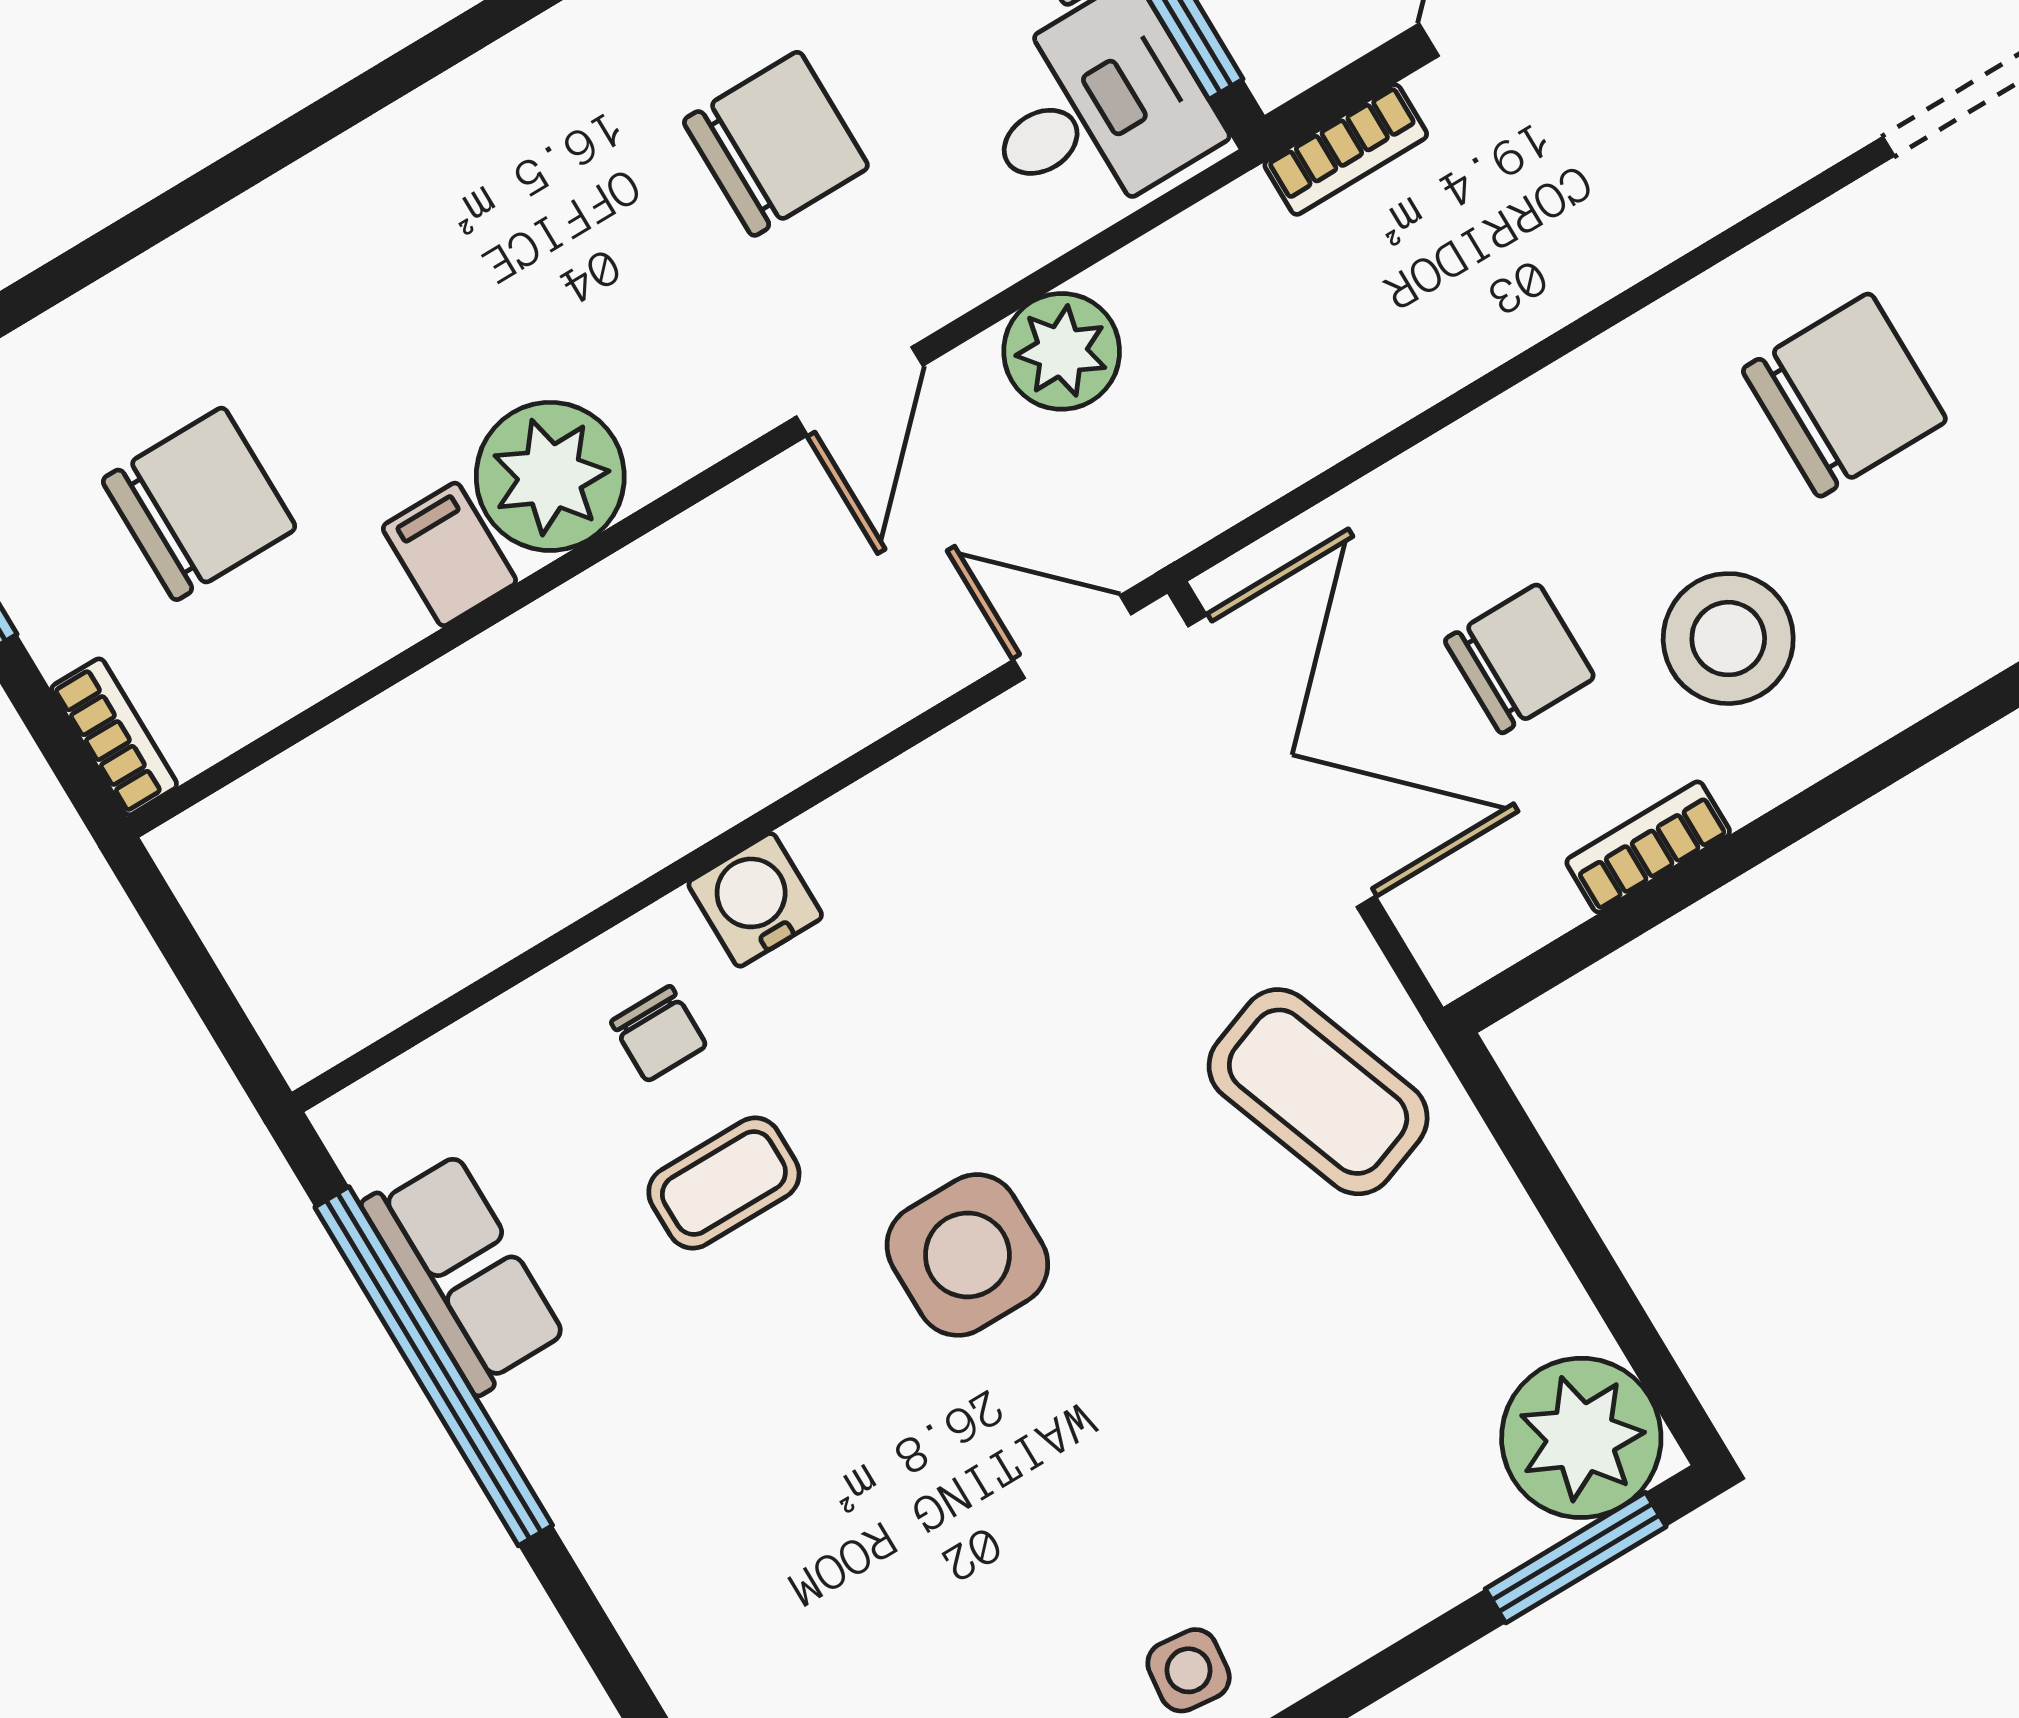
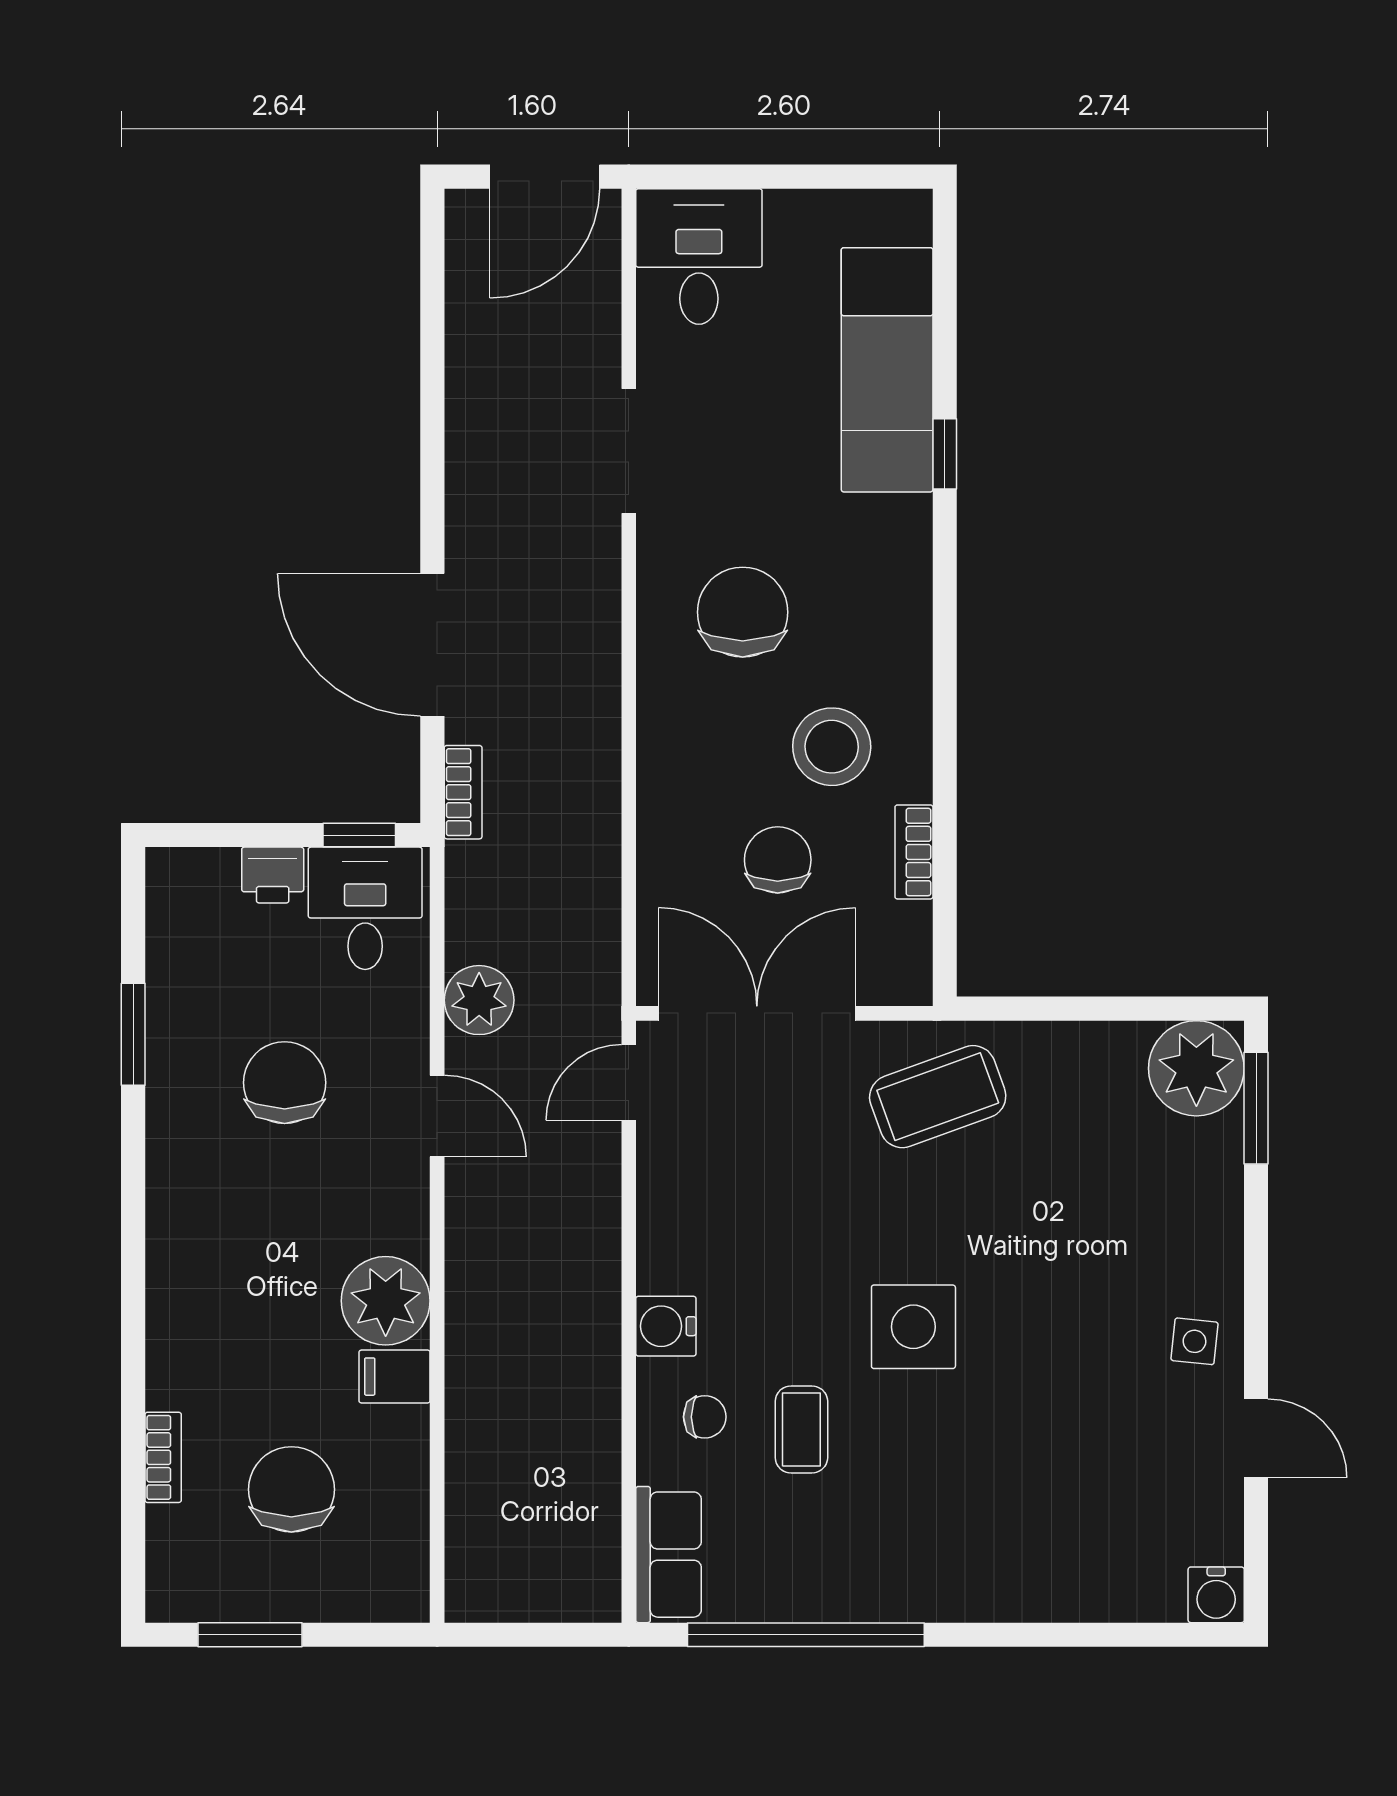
bookcase: (114, 737) -> (163, 1457), moved, turned 90
row of seats: (464, 1272) -> (669, 1555), moved, turned 90

